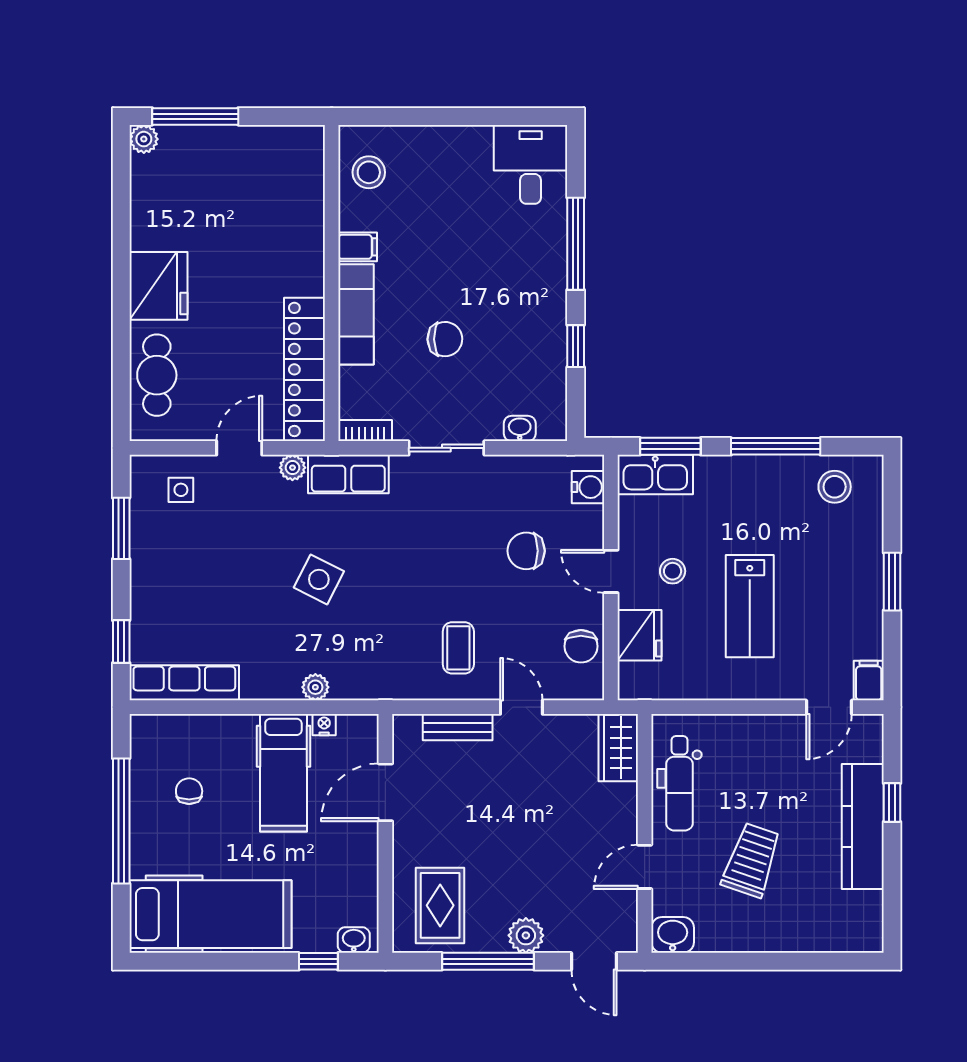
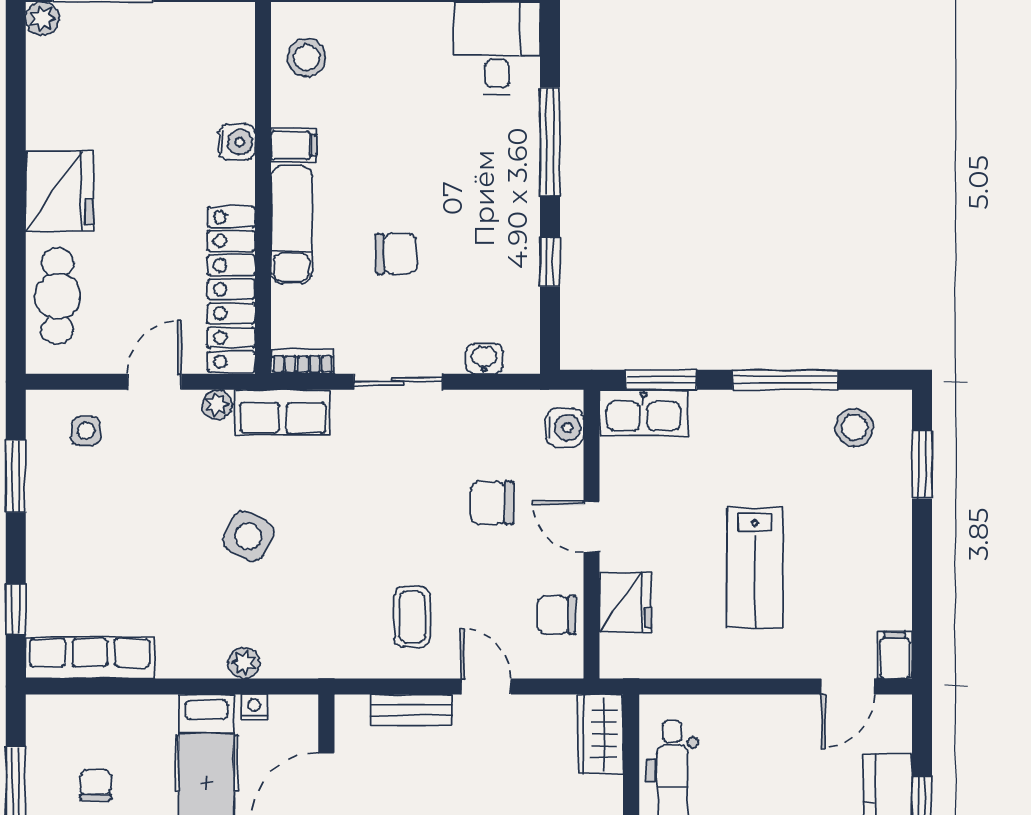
water cooler: (309, 244) -> (237, 142), added
stool: (673, 571) -> (664, 527), removed
window: (892, 582) -> (922, 465), moved
chair: (581, 646) -> (556, 615), turned 90

